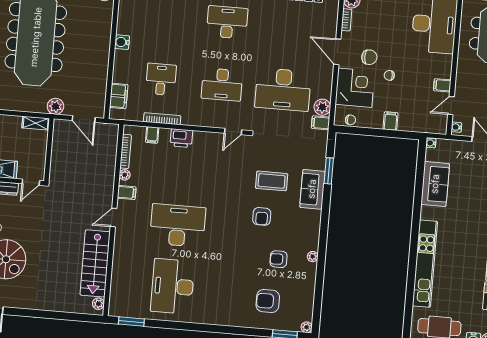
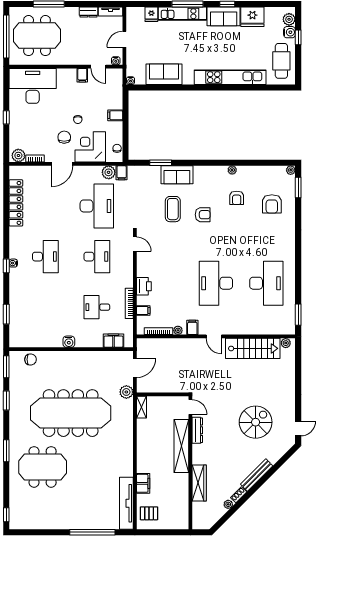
desk: (227, 22) -> (45, 257), turned 180
desk: (173, 286) -> (266, 283), turned -90

